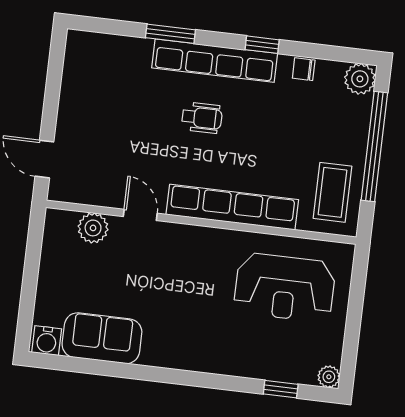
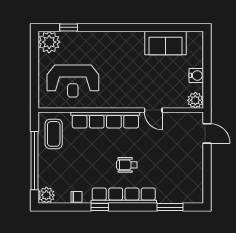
window: (170, 34) -> (170, 207), moved
plant: (93, 228) -> (195, 100), moved
reception desk: (285, 287) -> (73, 81), turned 180
water cooler: (47, 341) -> (196, 75), moved, turned 90
plant: (329, 377) -> (49, 42), width x1.87, depth x1.87

